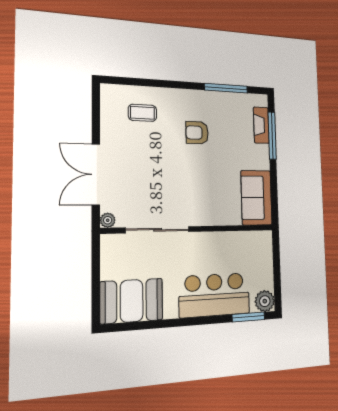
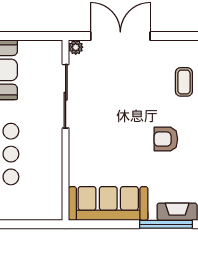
armchair: (197, 133) -> (166, 139), turned -90
sofa: (256, 198) -> (108, 203), width x1.36

